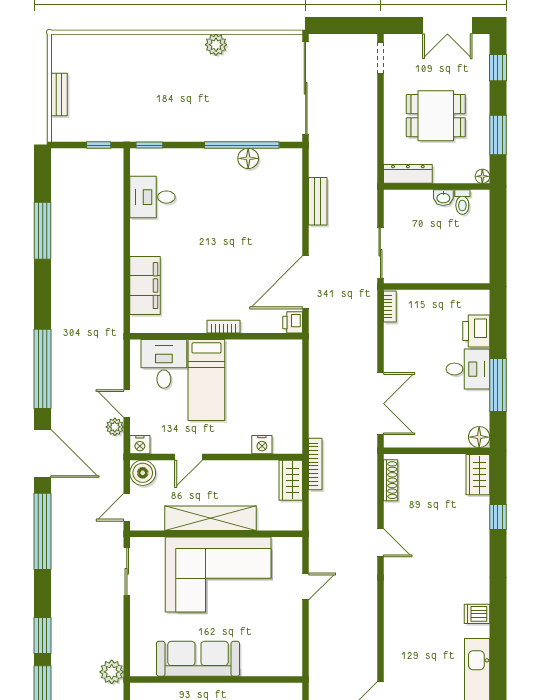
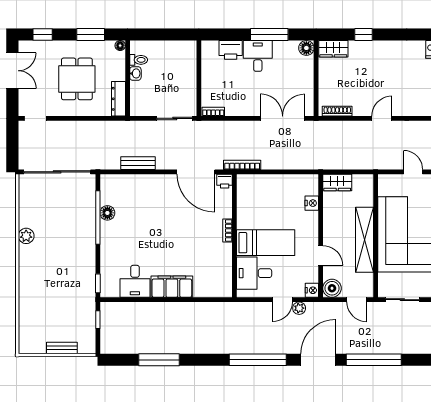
filing cabinet: (145, 286) -> (172, 287), moved
bookcase: (315, 464) -> (242, 165), moved

